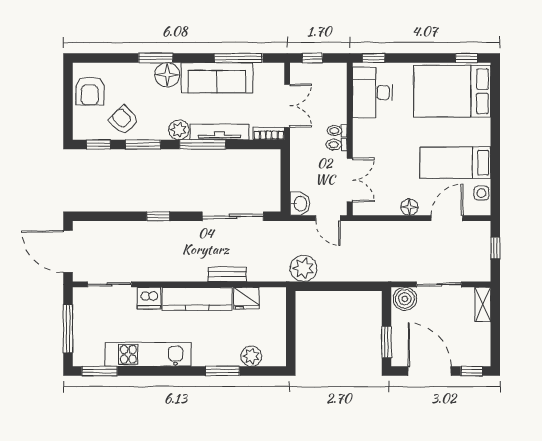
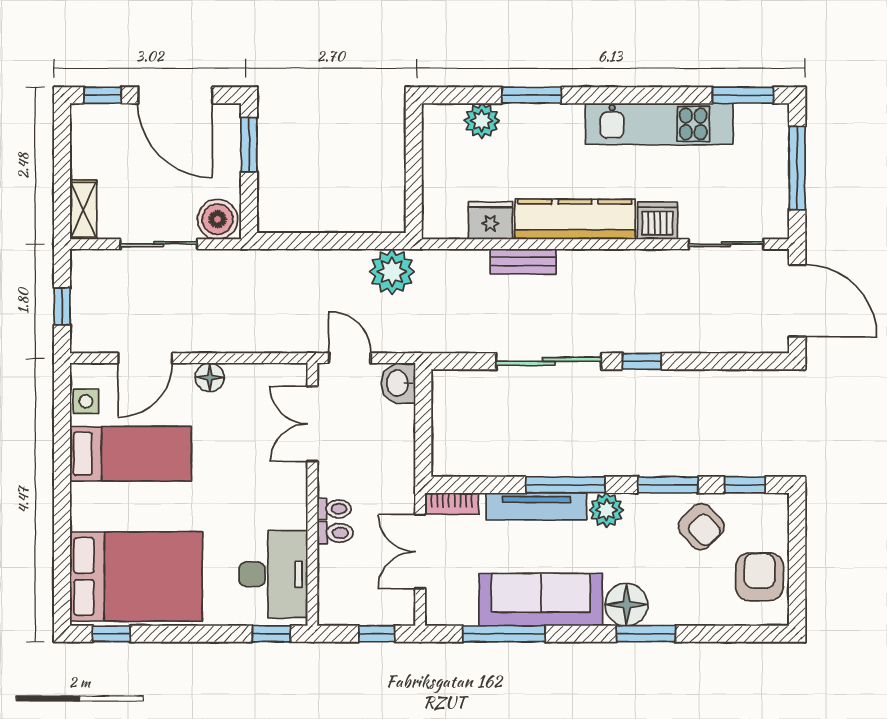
toilet: (337, 145) -> (335, 533), moved
sliding door: (233, 216) -> (549, 361), moved

